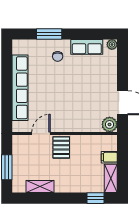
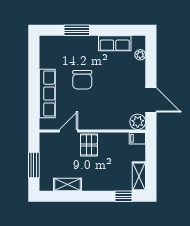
plant: (112, 44) -> (140, 55), moved
chair: (58, 56) -> (82, 80), moved, width x1.87, depth x1.87
row of seats: (20, 88) -> (47, 94), width x0.73
filing cabinet: (109, 157) -> (137, 138), moved

